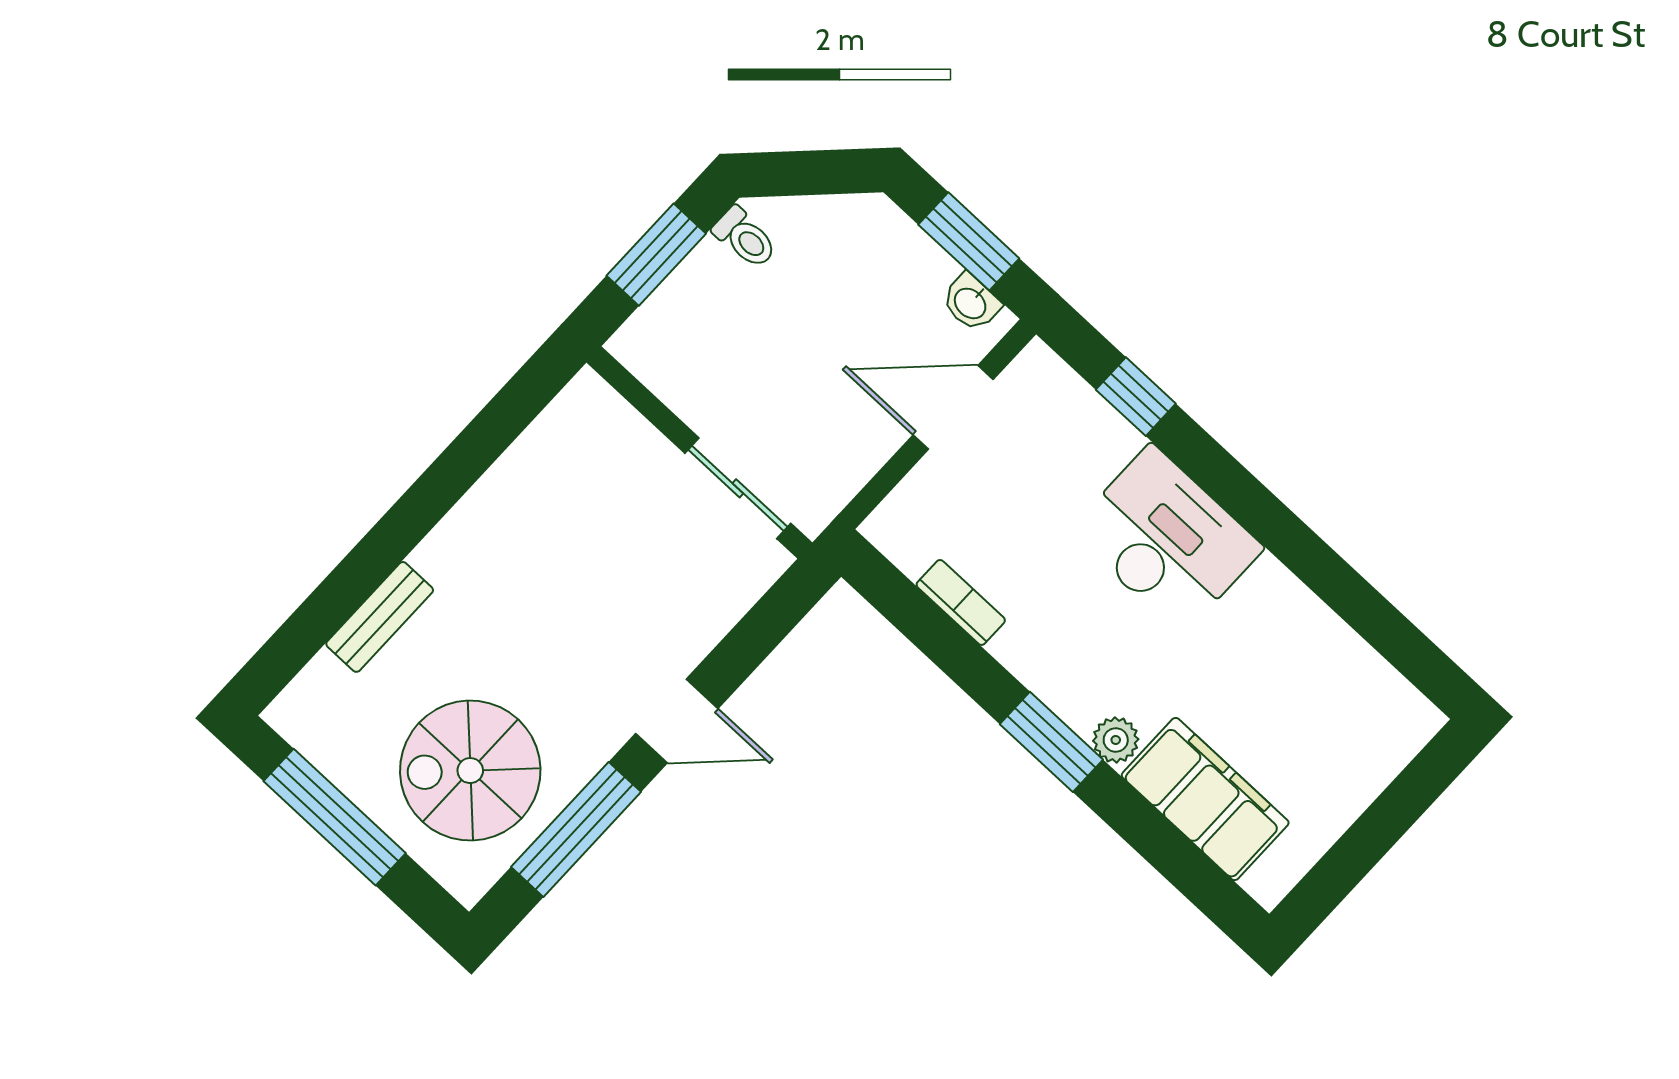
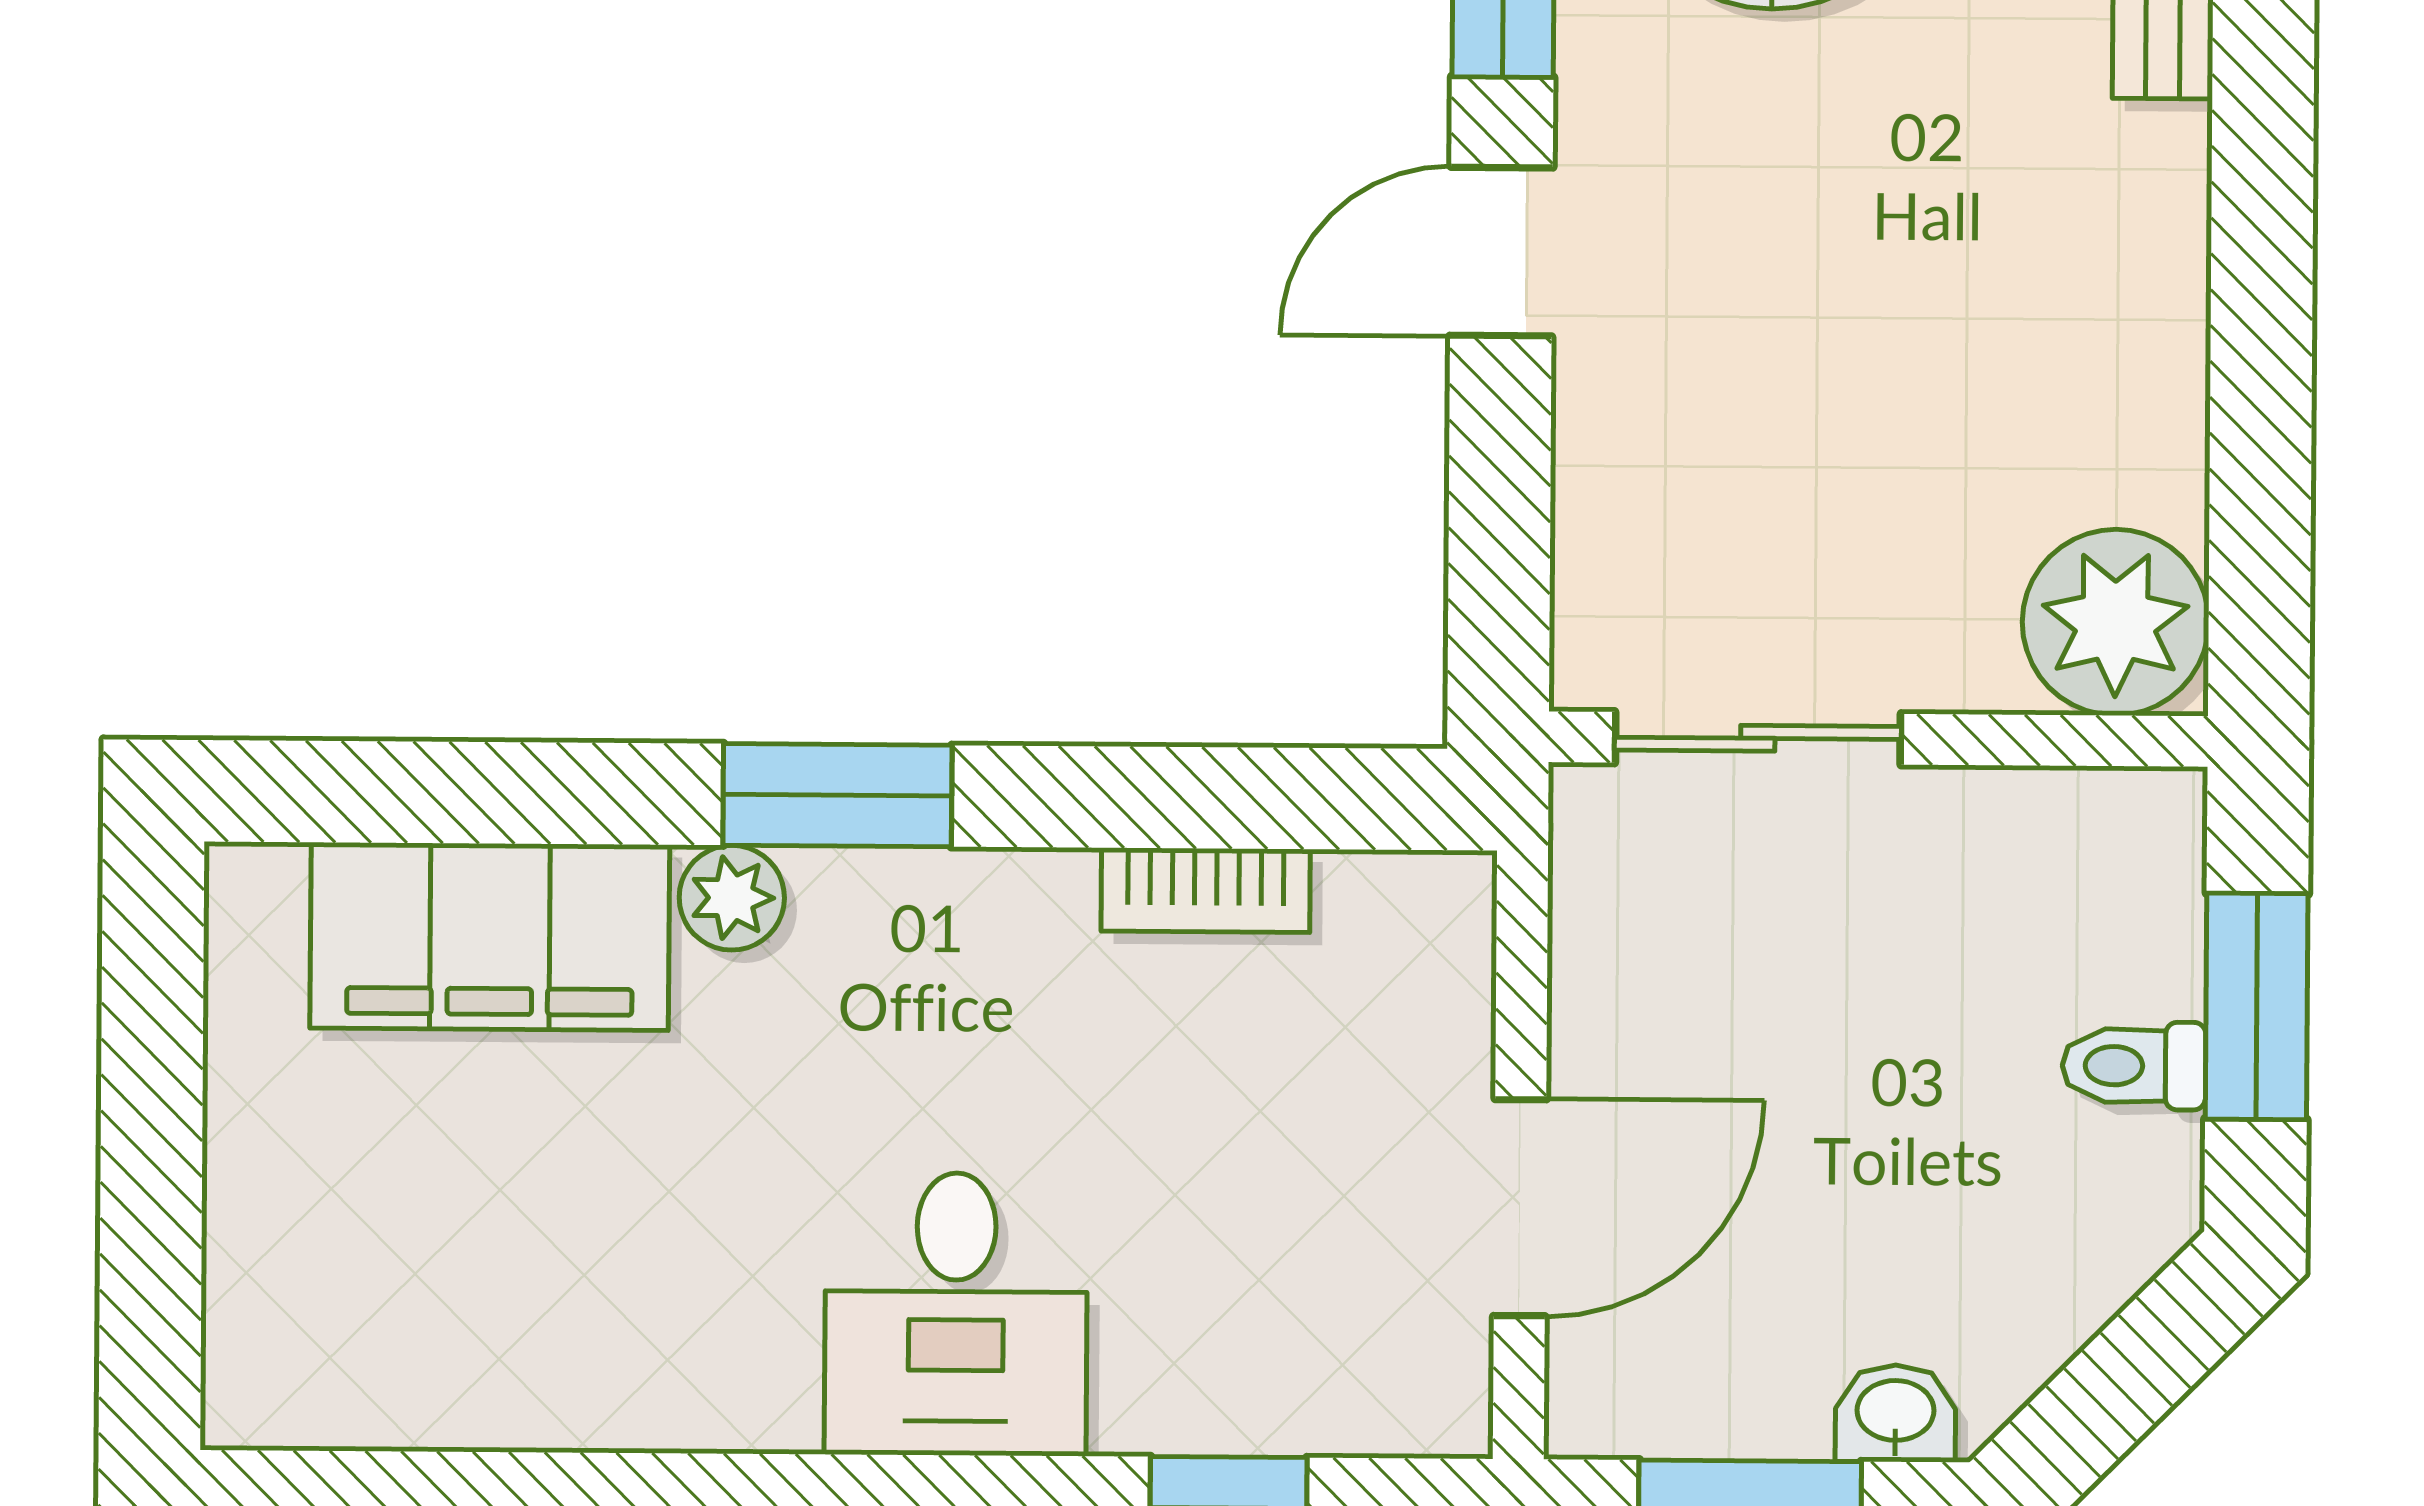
toilet: (745, 238) -> (2134, 1066), moved
washbasin: (971, 303) -> (1895, 1413), moved
plant: (588, 420) -> (2116, 622), added
desk: (1166, 540) -> (956, 1314), width x0.73

